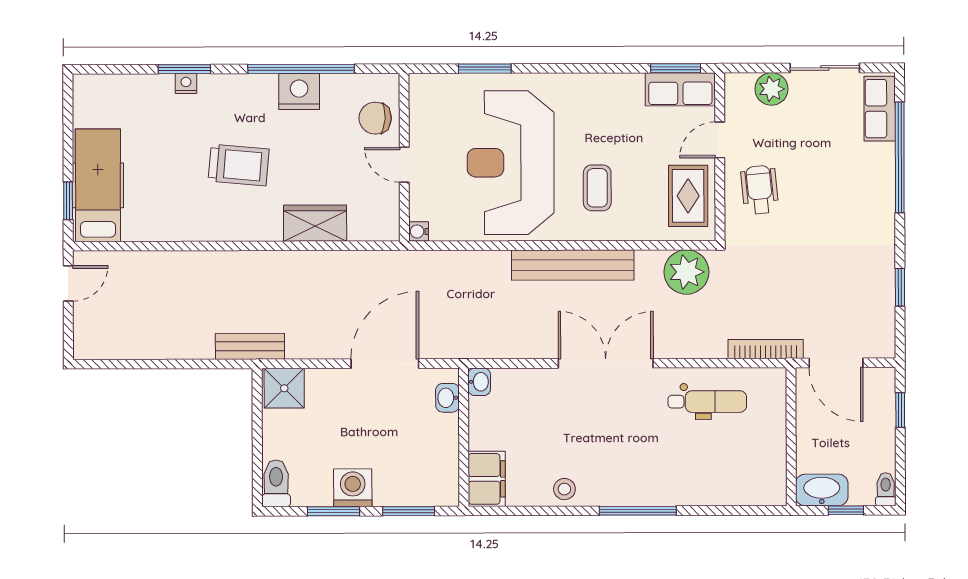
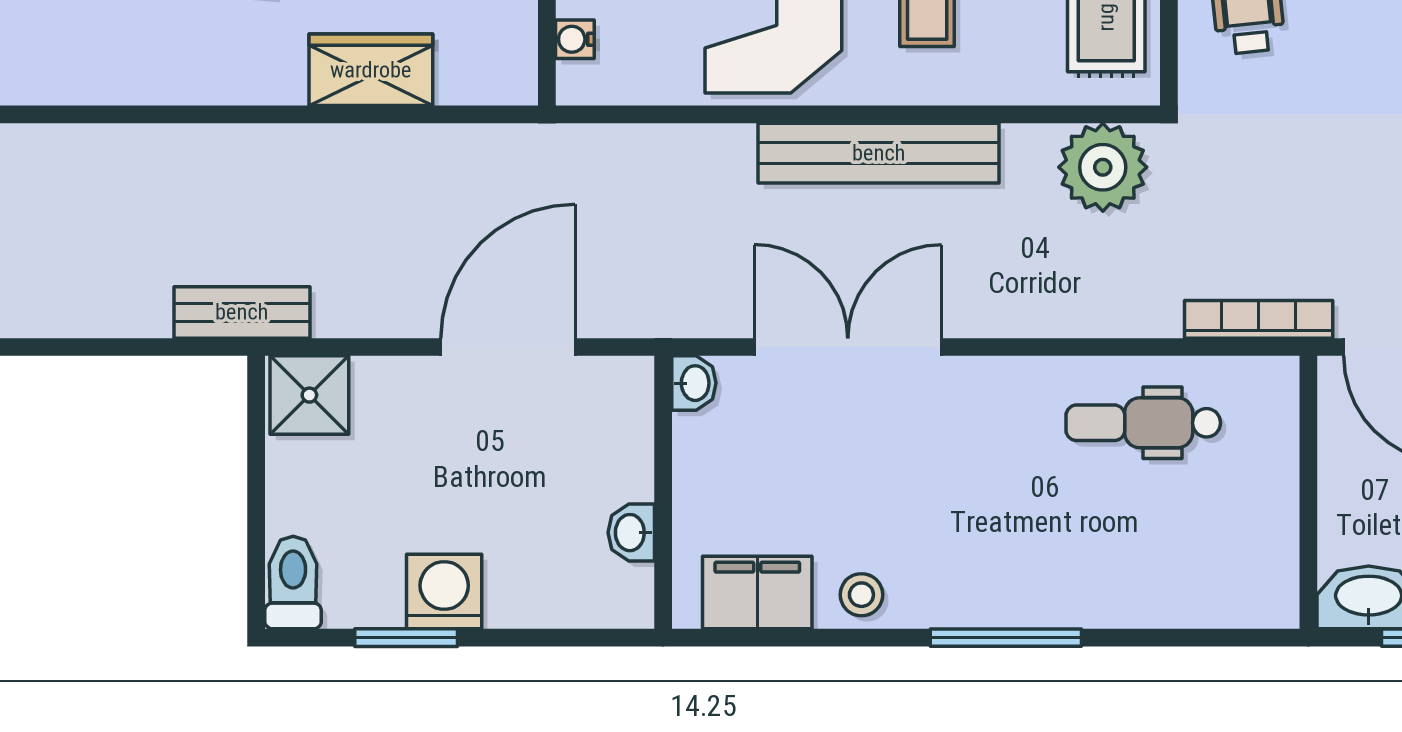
water cooler: (419, 231) -> (575, 39), moved
double door: (606, 363) -> (848, 347), moved
washbasin: (447, 398) -> (631, 533), moved
dental chair: (707, 402) -> (1143, 423), turned 180
filing cabinet: (487, 479) -> (757, 593), moved, turned -90
window: (409, 511) -> (554, 638), removed

